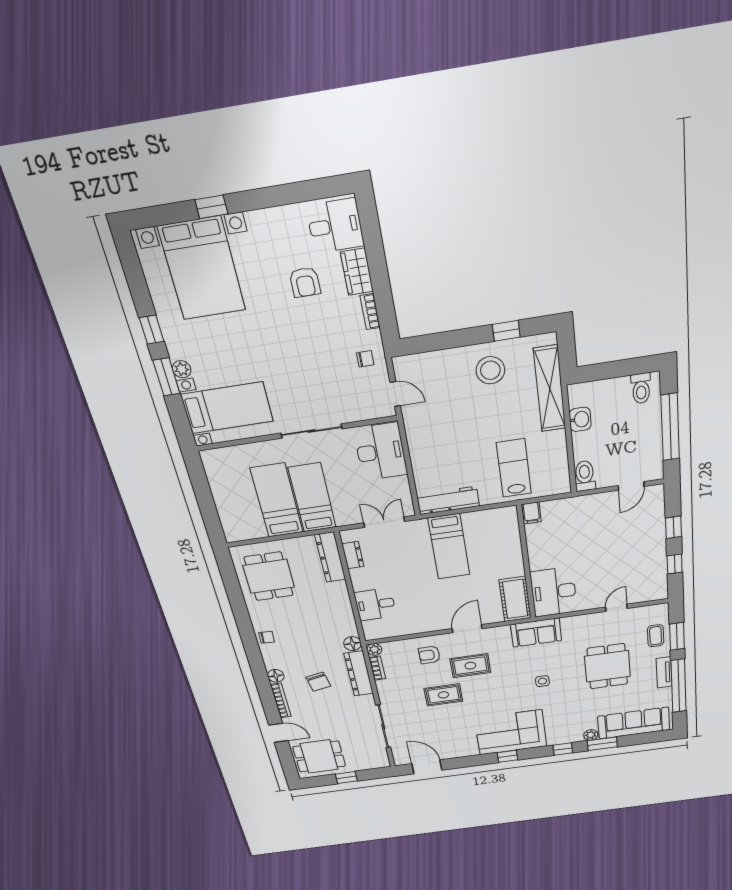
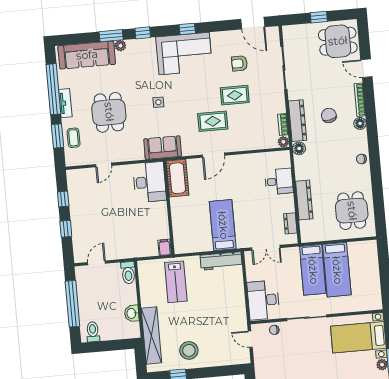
chair: (365, 359) -> (274, 330), moved
dresser: (330, 557) -> (304, 200), moved
armchair: (429, 655) -> (239, 63), moved, turned 180

